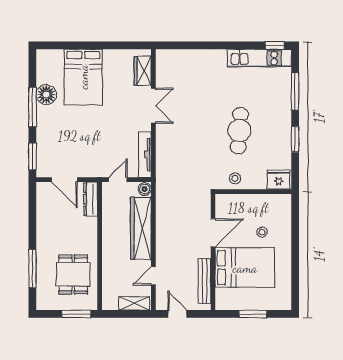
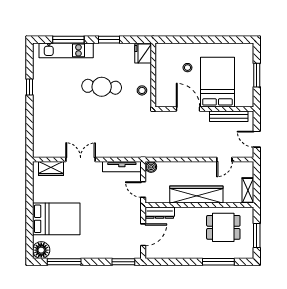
window: (275, 45) -> (30, 87), moved
kitchen unit: (259, 58) -> (66, 50), moved, turned 90
floor lamp: (46, 95) -> (41, 250), moved
window: (32, 107) -> (64, 262), moved
wardrobe: (141, 228) -> (196, 194), moved, turned 180
door: (153, 276) -> (224, 160), hinge flipped
shelving: (134, 303) -> (248, 190), moved
window: (76, 314) -> (257, 235), moved
door: (177, 314) -> (257, 139), hinge flipped

